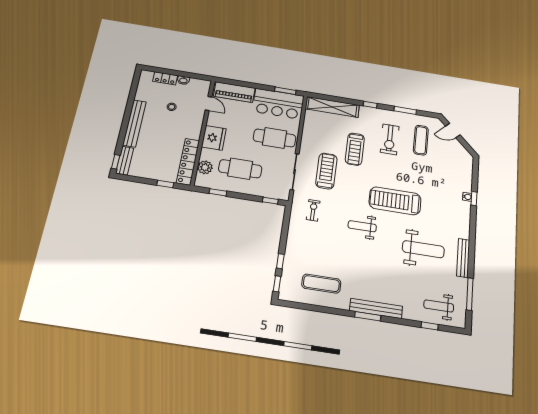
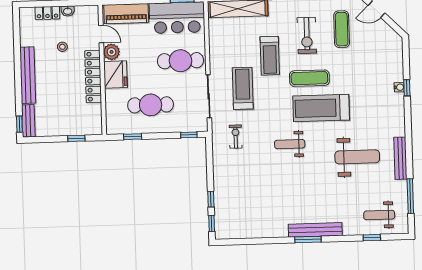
locker: (188, 162) -> (93, 77), moved
plant: (205, 167) -> (111, 52), moved
exercise mat: (321, 284) -> (309, 78), moved

